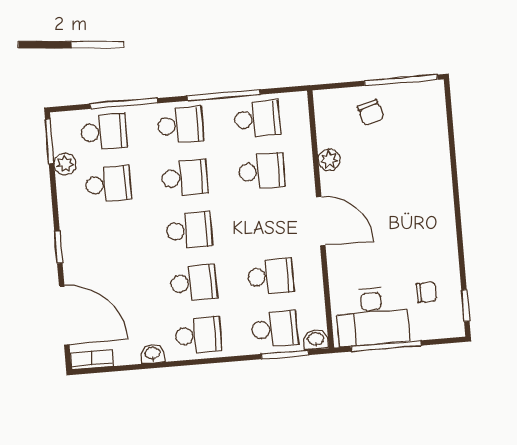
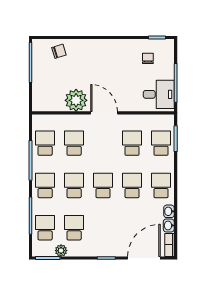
chair: (371, 113) -> (59, 51), moved
plant: (329, 160) -> (76, 100), width x1.87, depth x1.87
door: (321, 221) -> (104, 113), hinge flipped
desk: (372, 316) -> (159, 94), width x0.73
washbasin: (316, 339) -> (169, 225), moved

